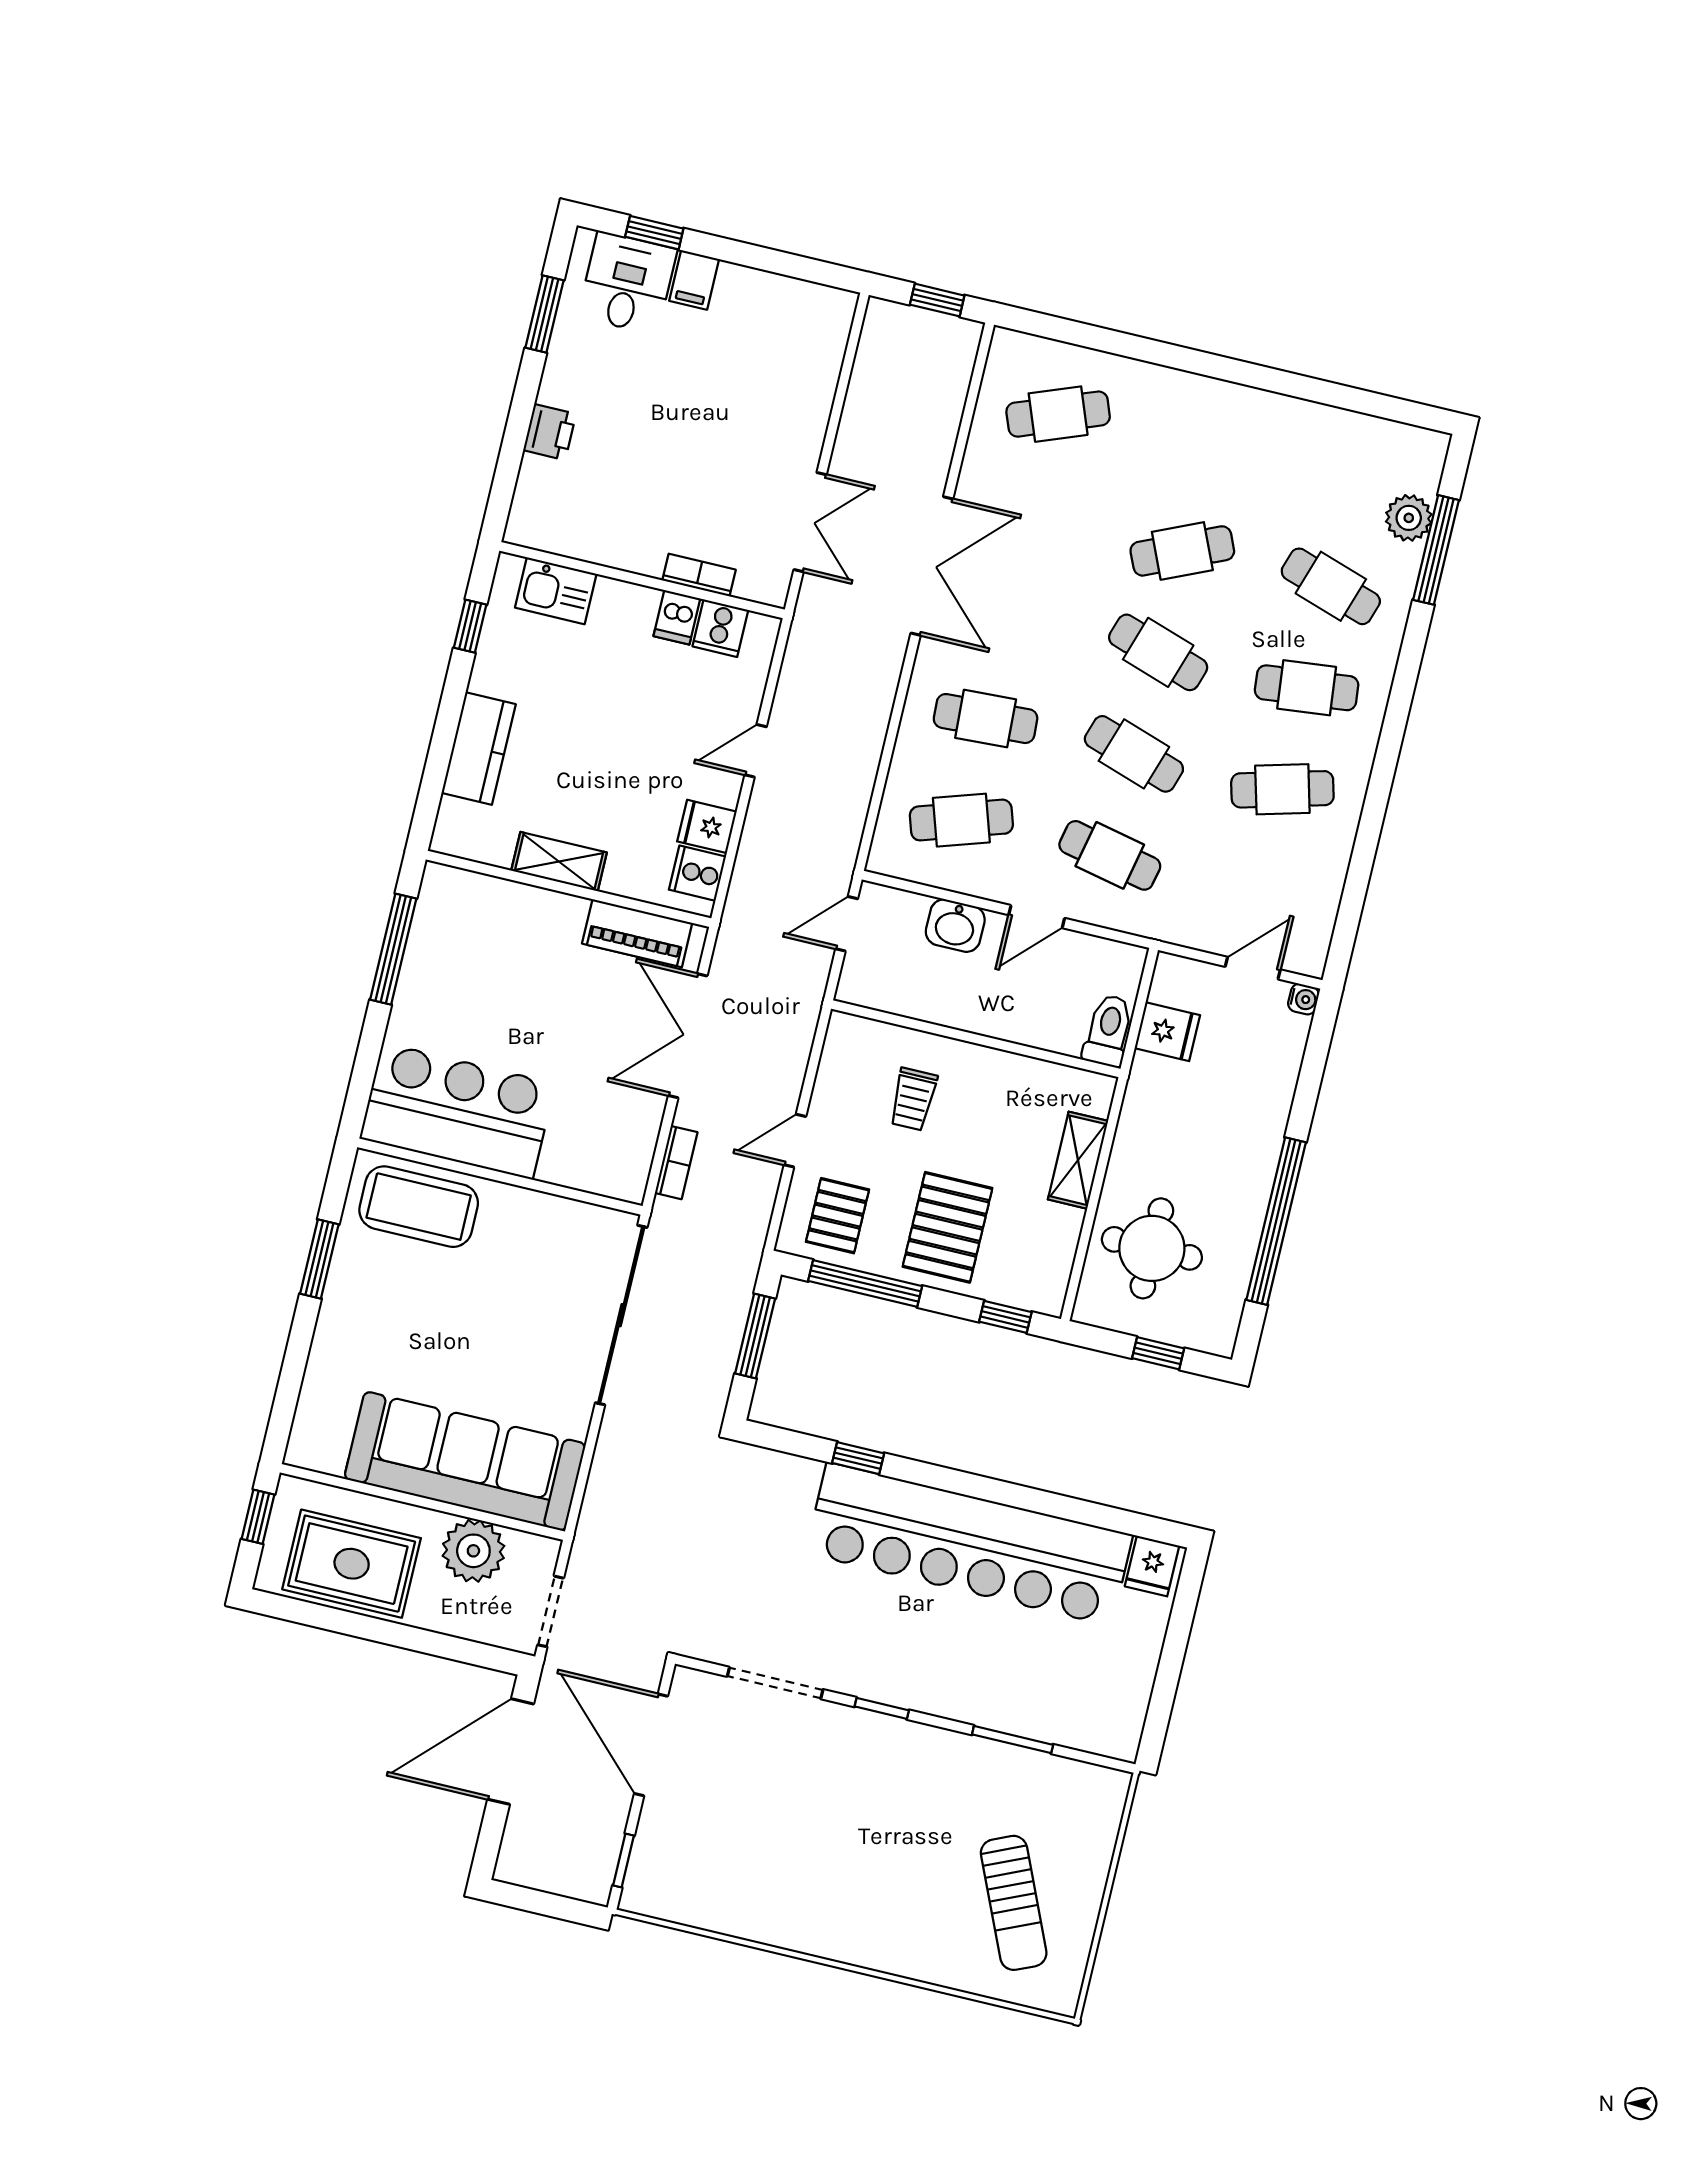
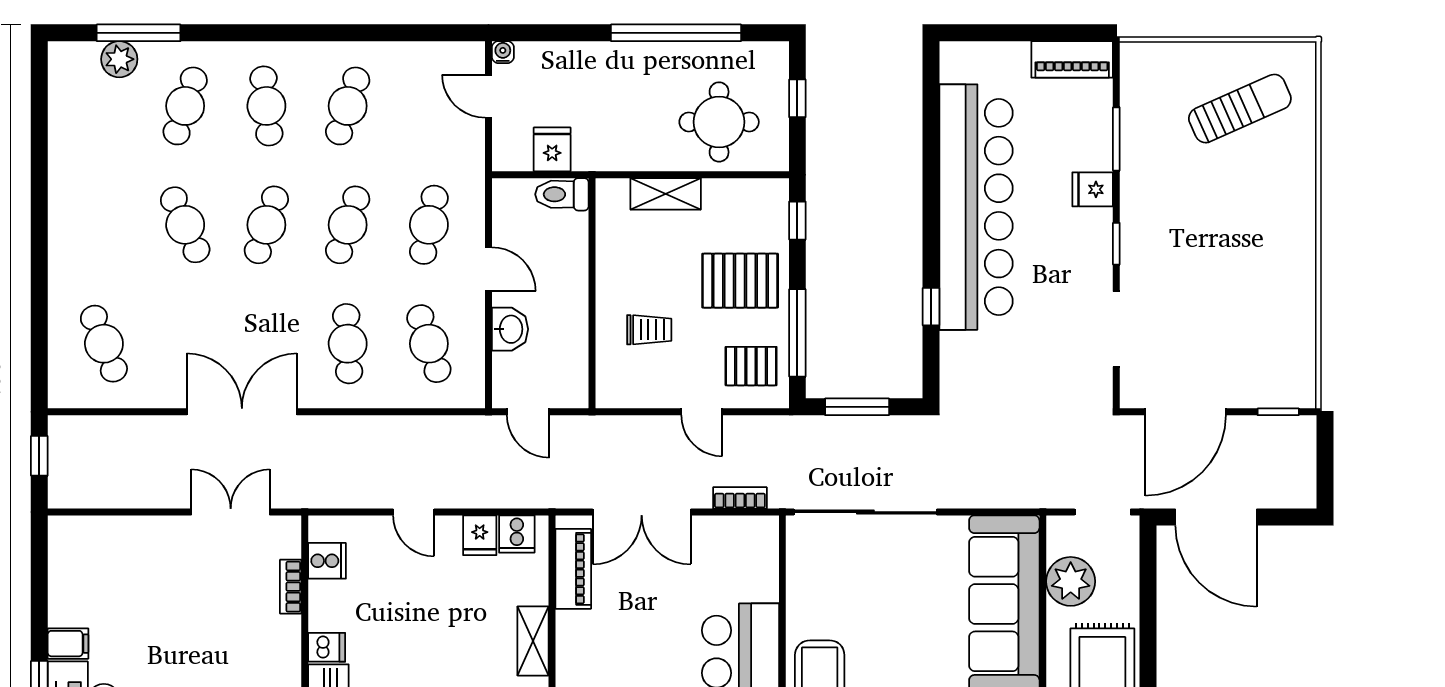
dishwasher: (677, 617) -> (327, 647), moved
cafe table: (1282, 789) -> (348, 106), turned 33
fridge: (1152, 1566) -> (1093, 189), moved, turned 180
piano: (1125, 1708) -> (1072, 59), added

